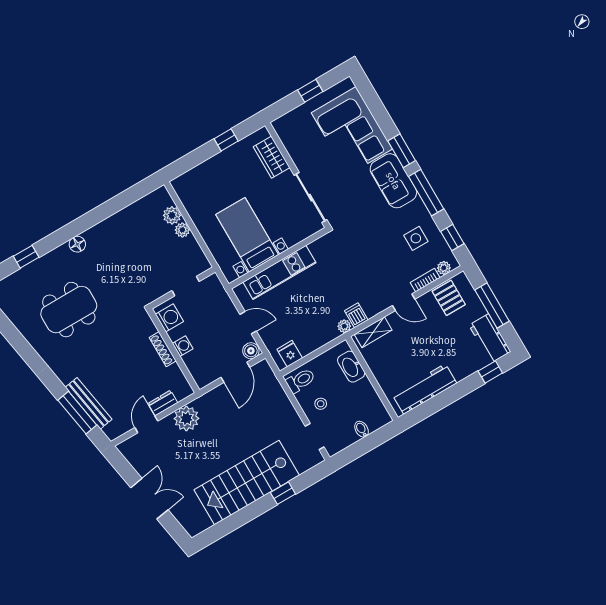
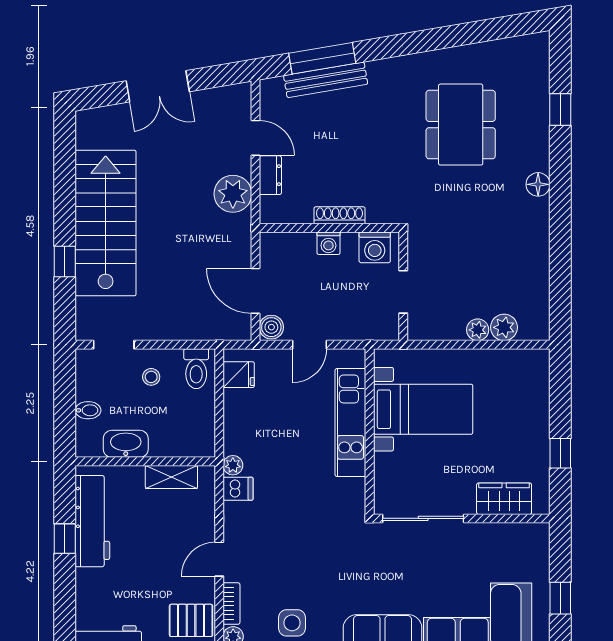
shelving: (373, 332) -> (171, 477), moved, turned 90
washbasin: (351, 367) -> (126, 444), moved
window: (490, 372) -> (65, 539), moved

